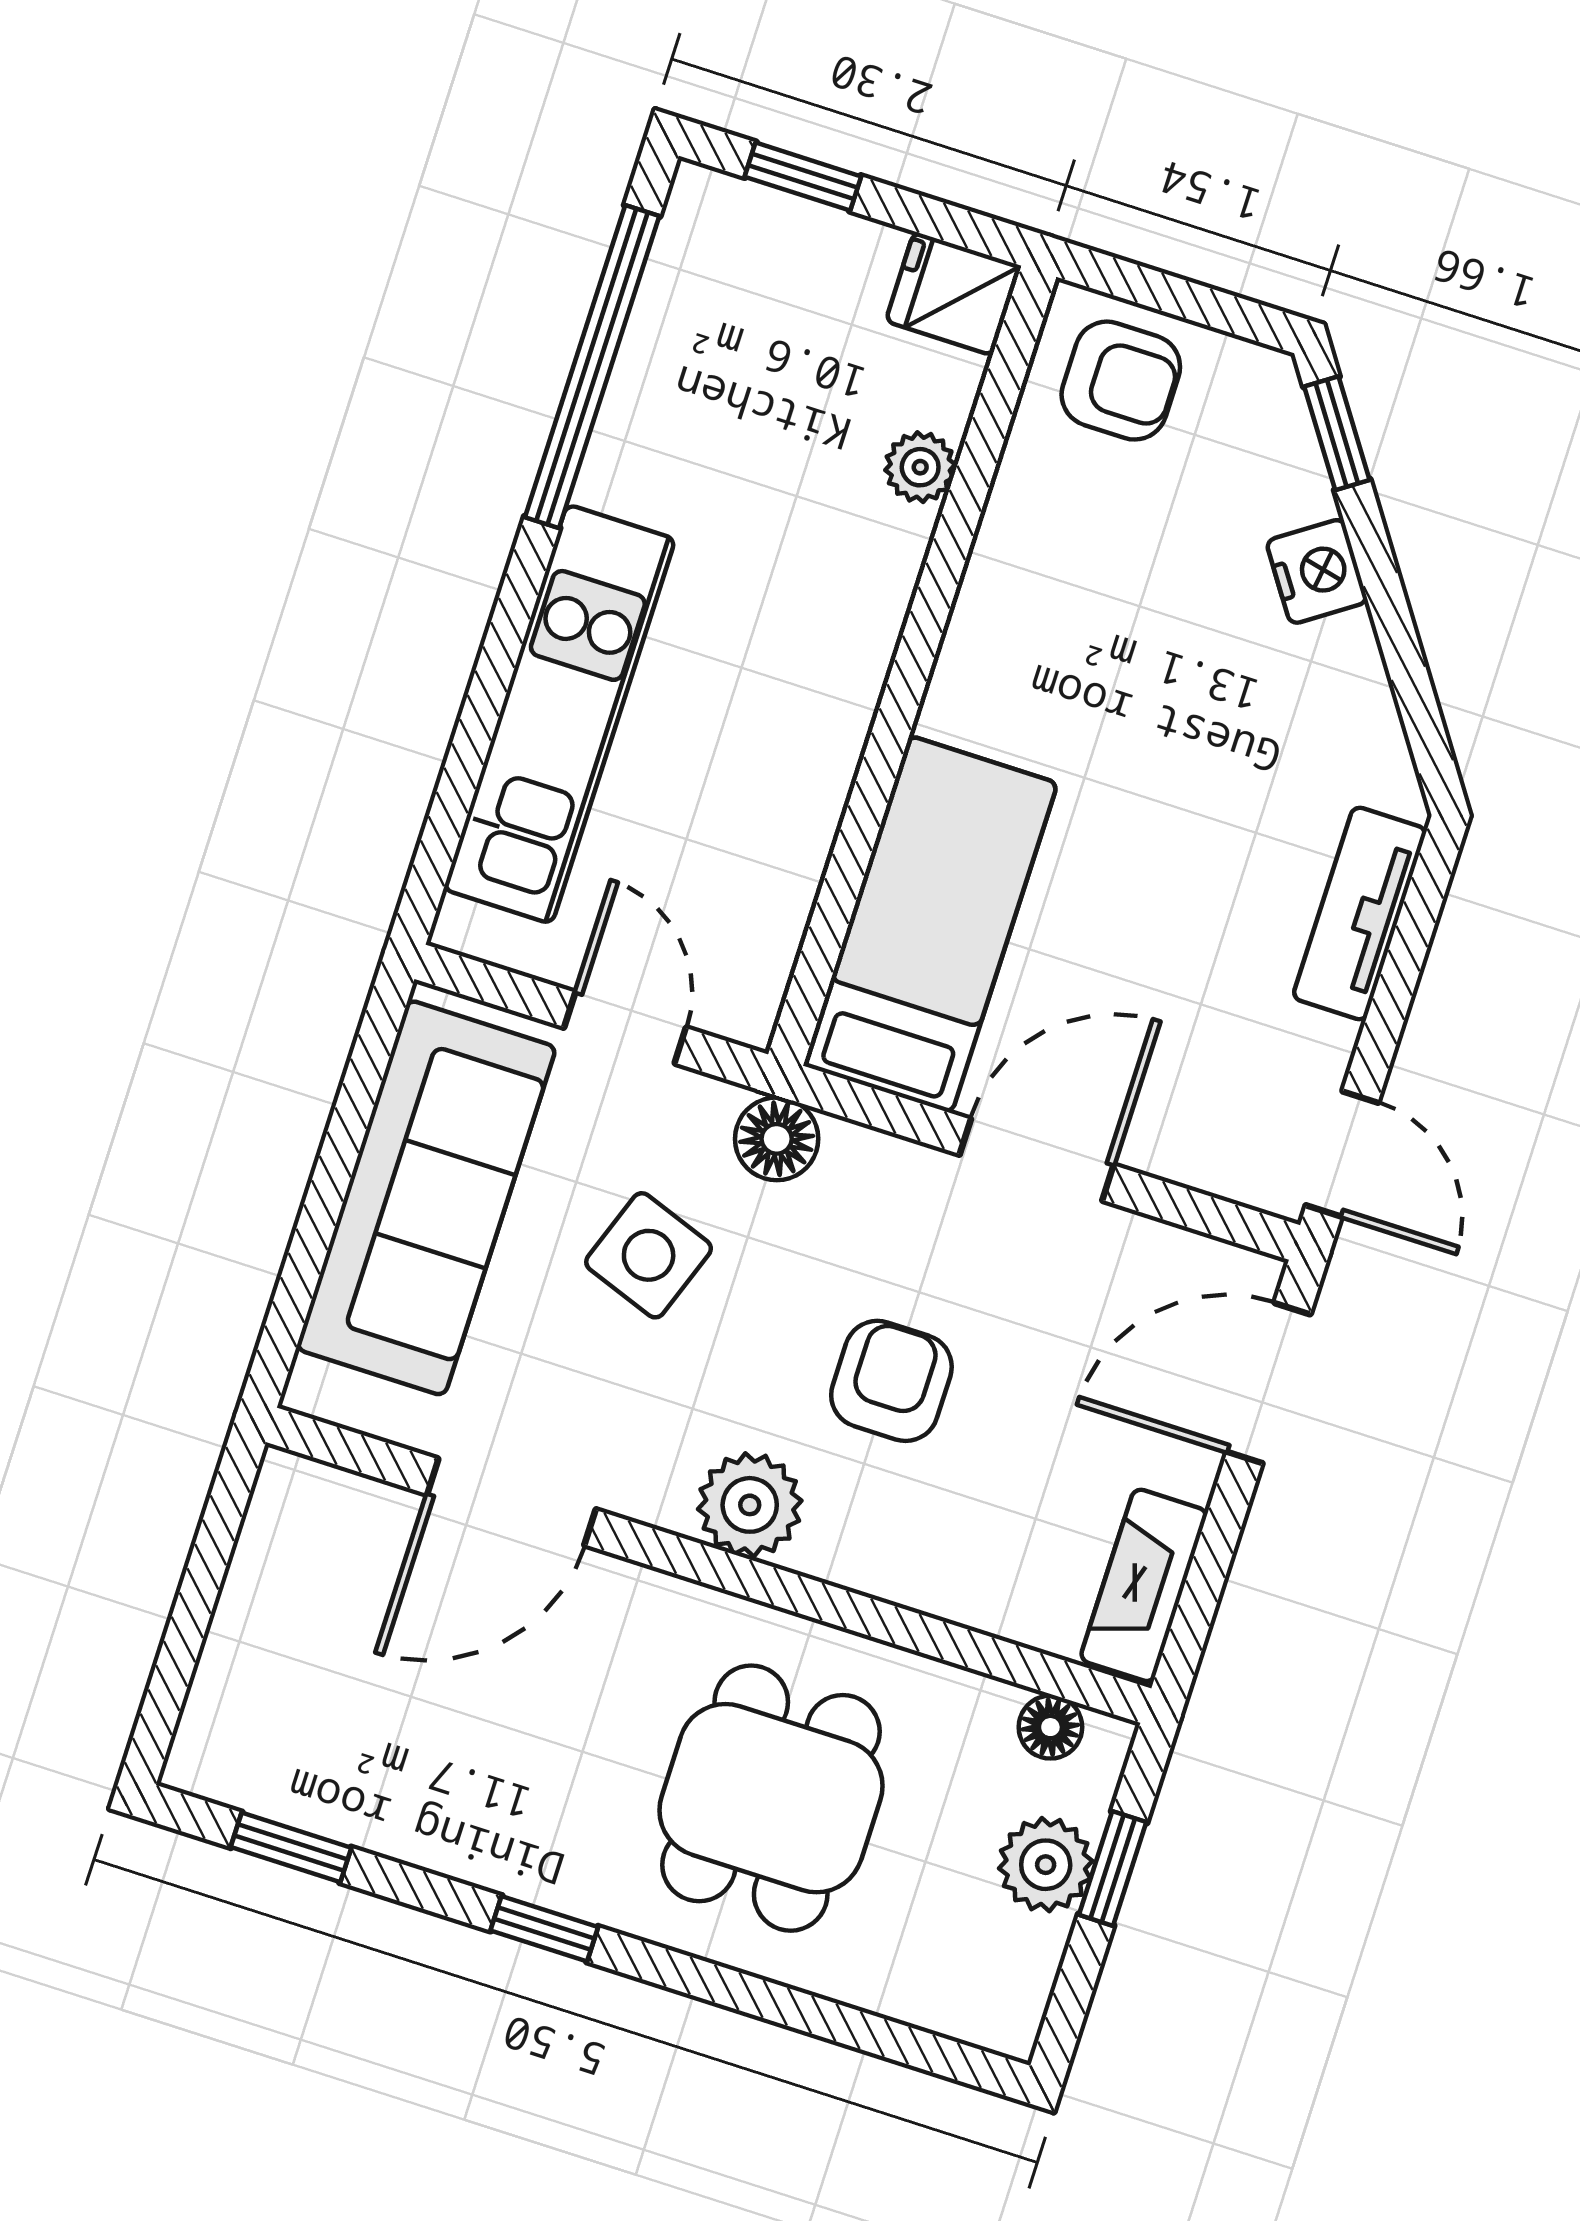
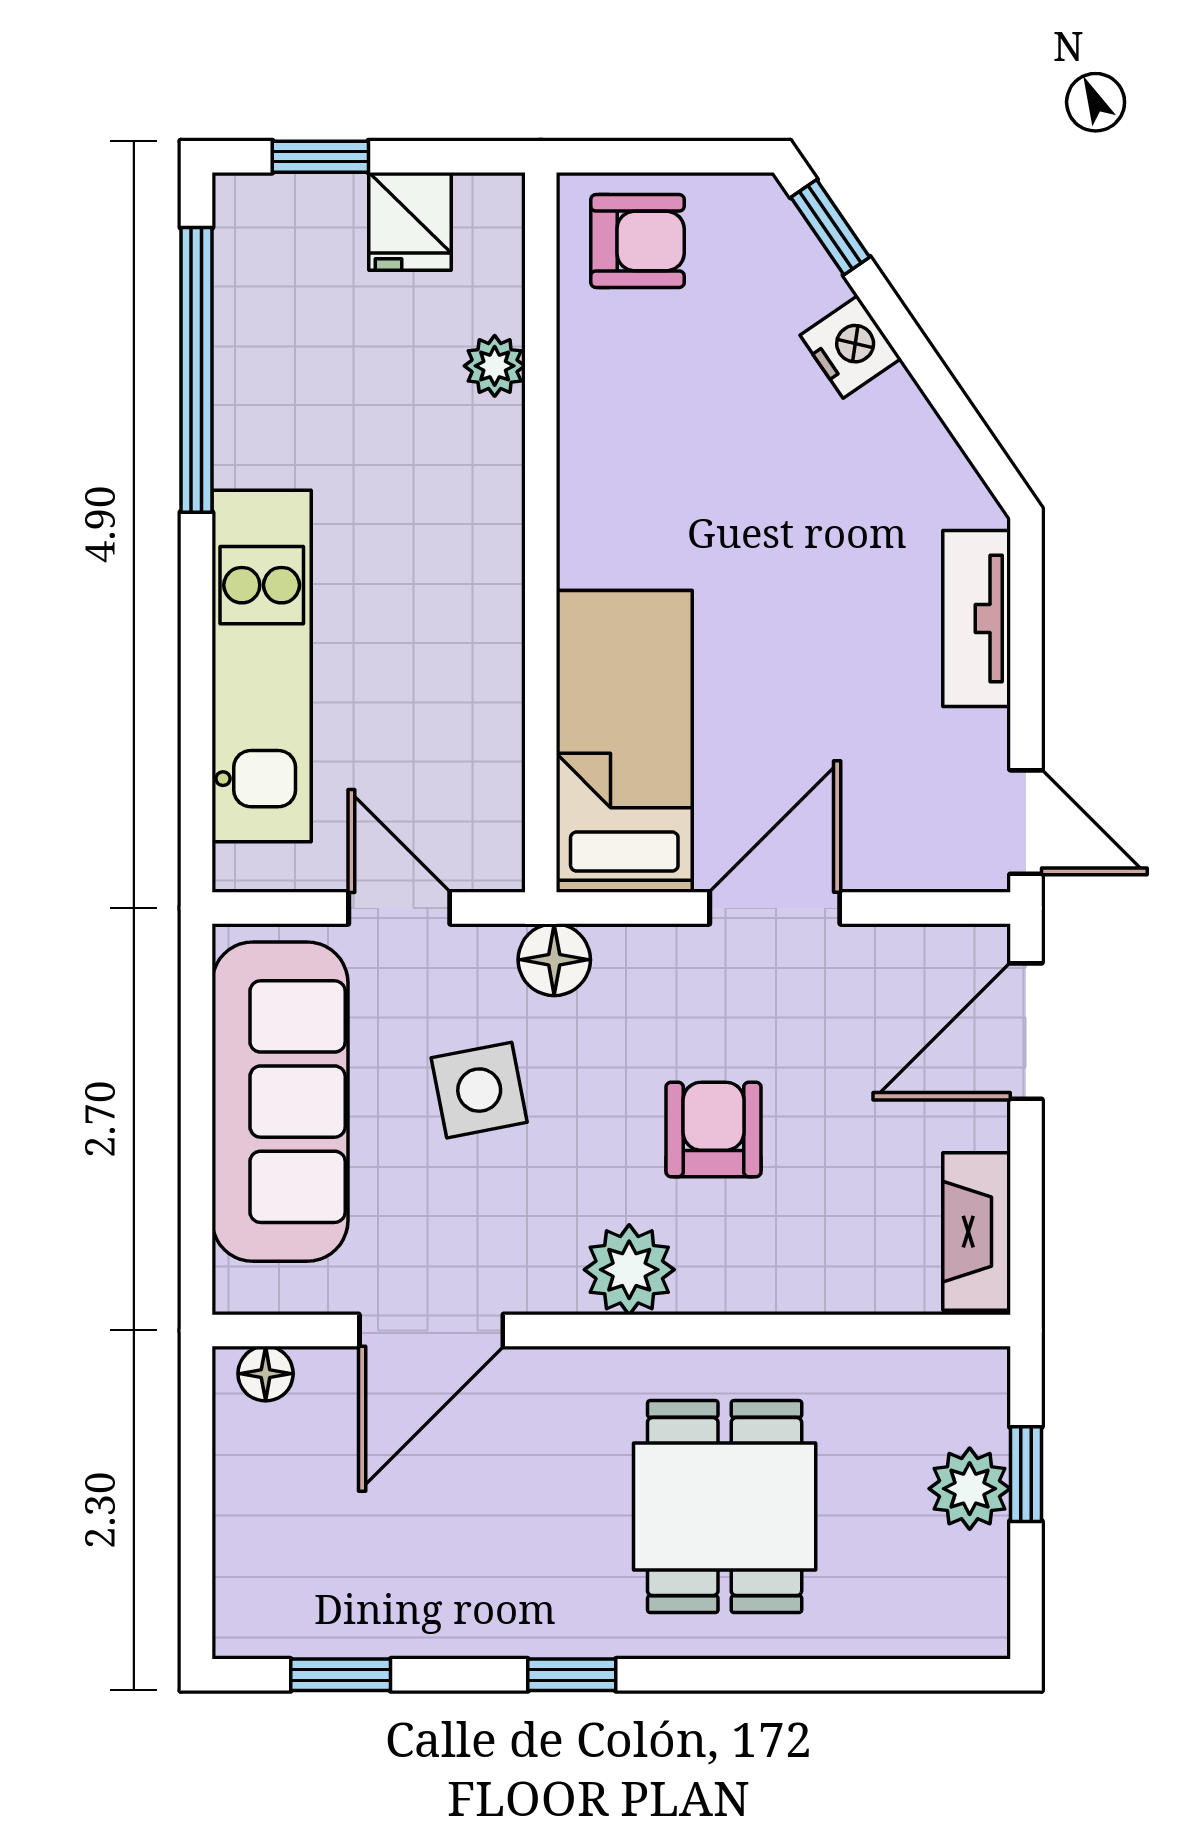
fridge: (954, 294) -> (410, 221), moved, turned -90
side table: (649, 1255) -> (479, 1090), turned -31
floor lamp: (1050, 1727) -> (266, 1374), moved

